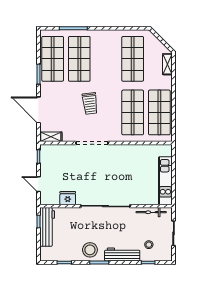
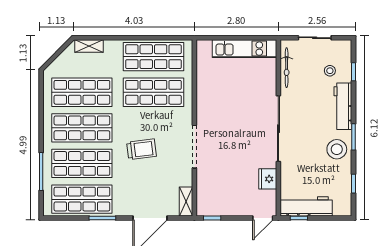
shop shelf: (106, 59) -> (82, 128), added
door: (38, 184) -> (263, 218), moved

